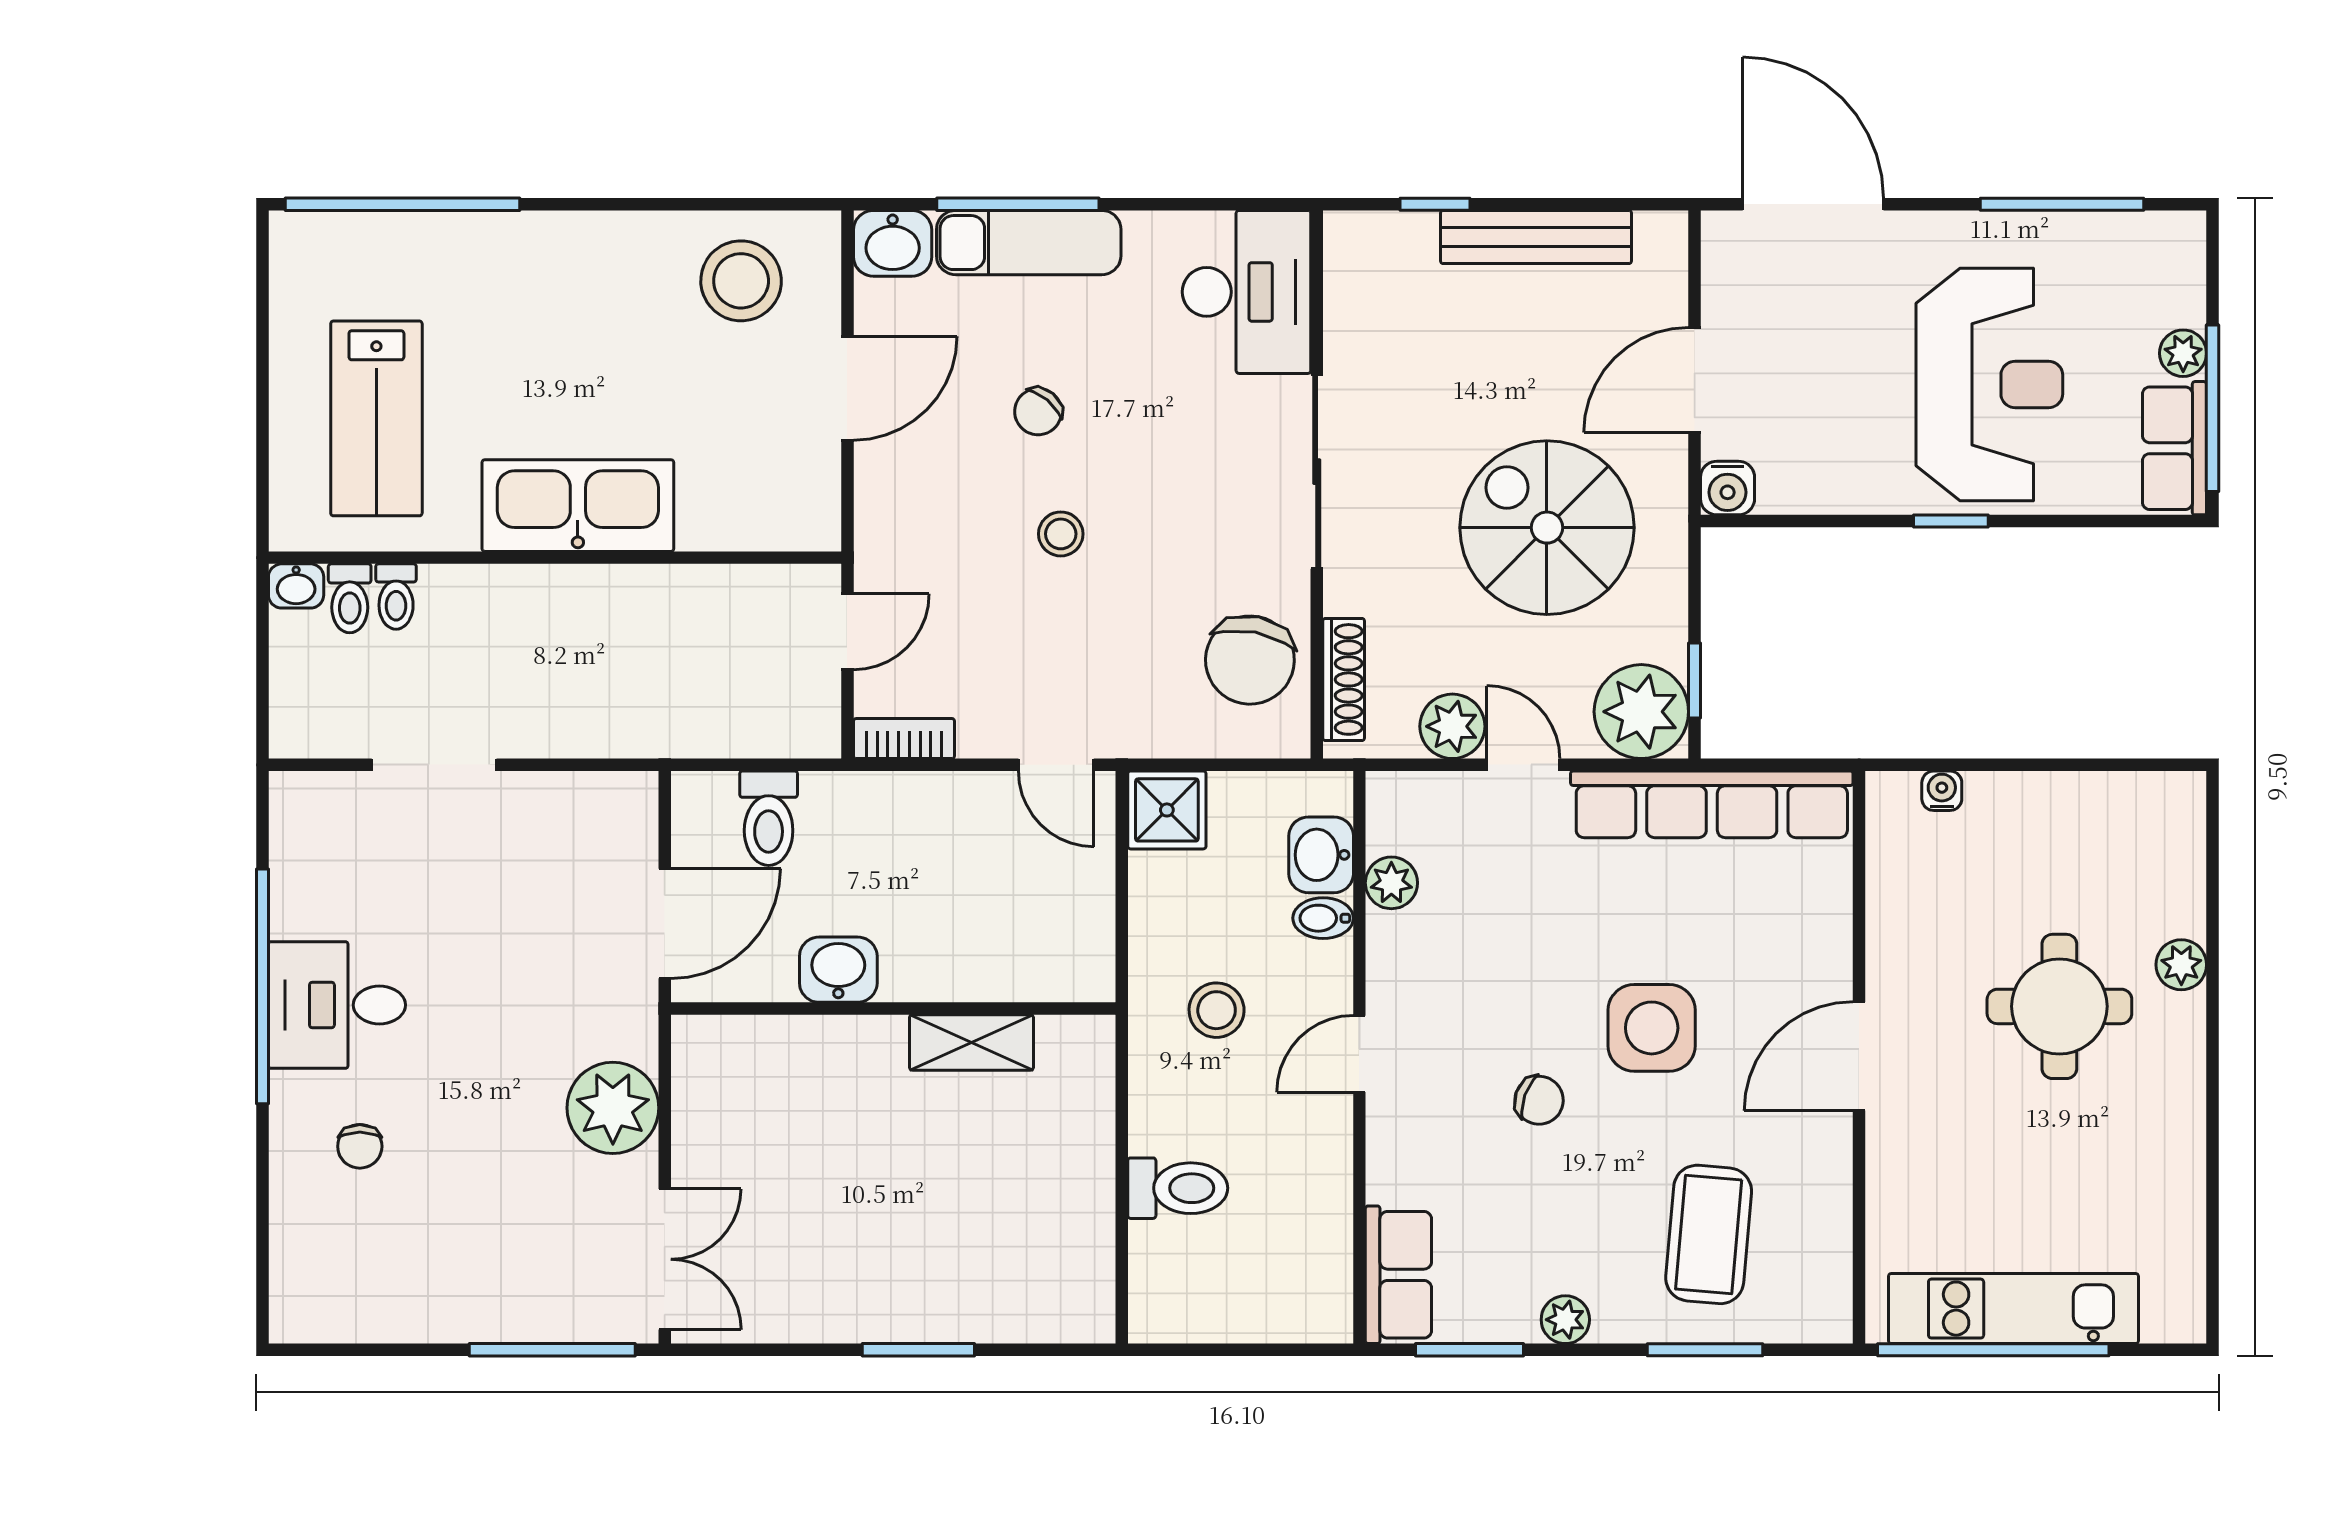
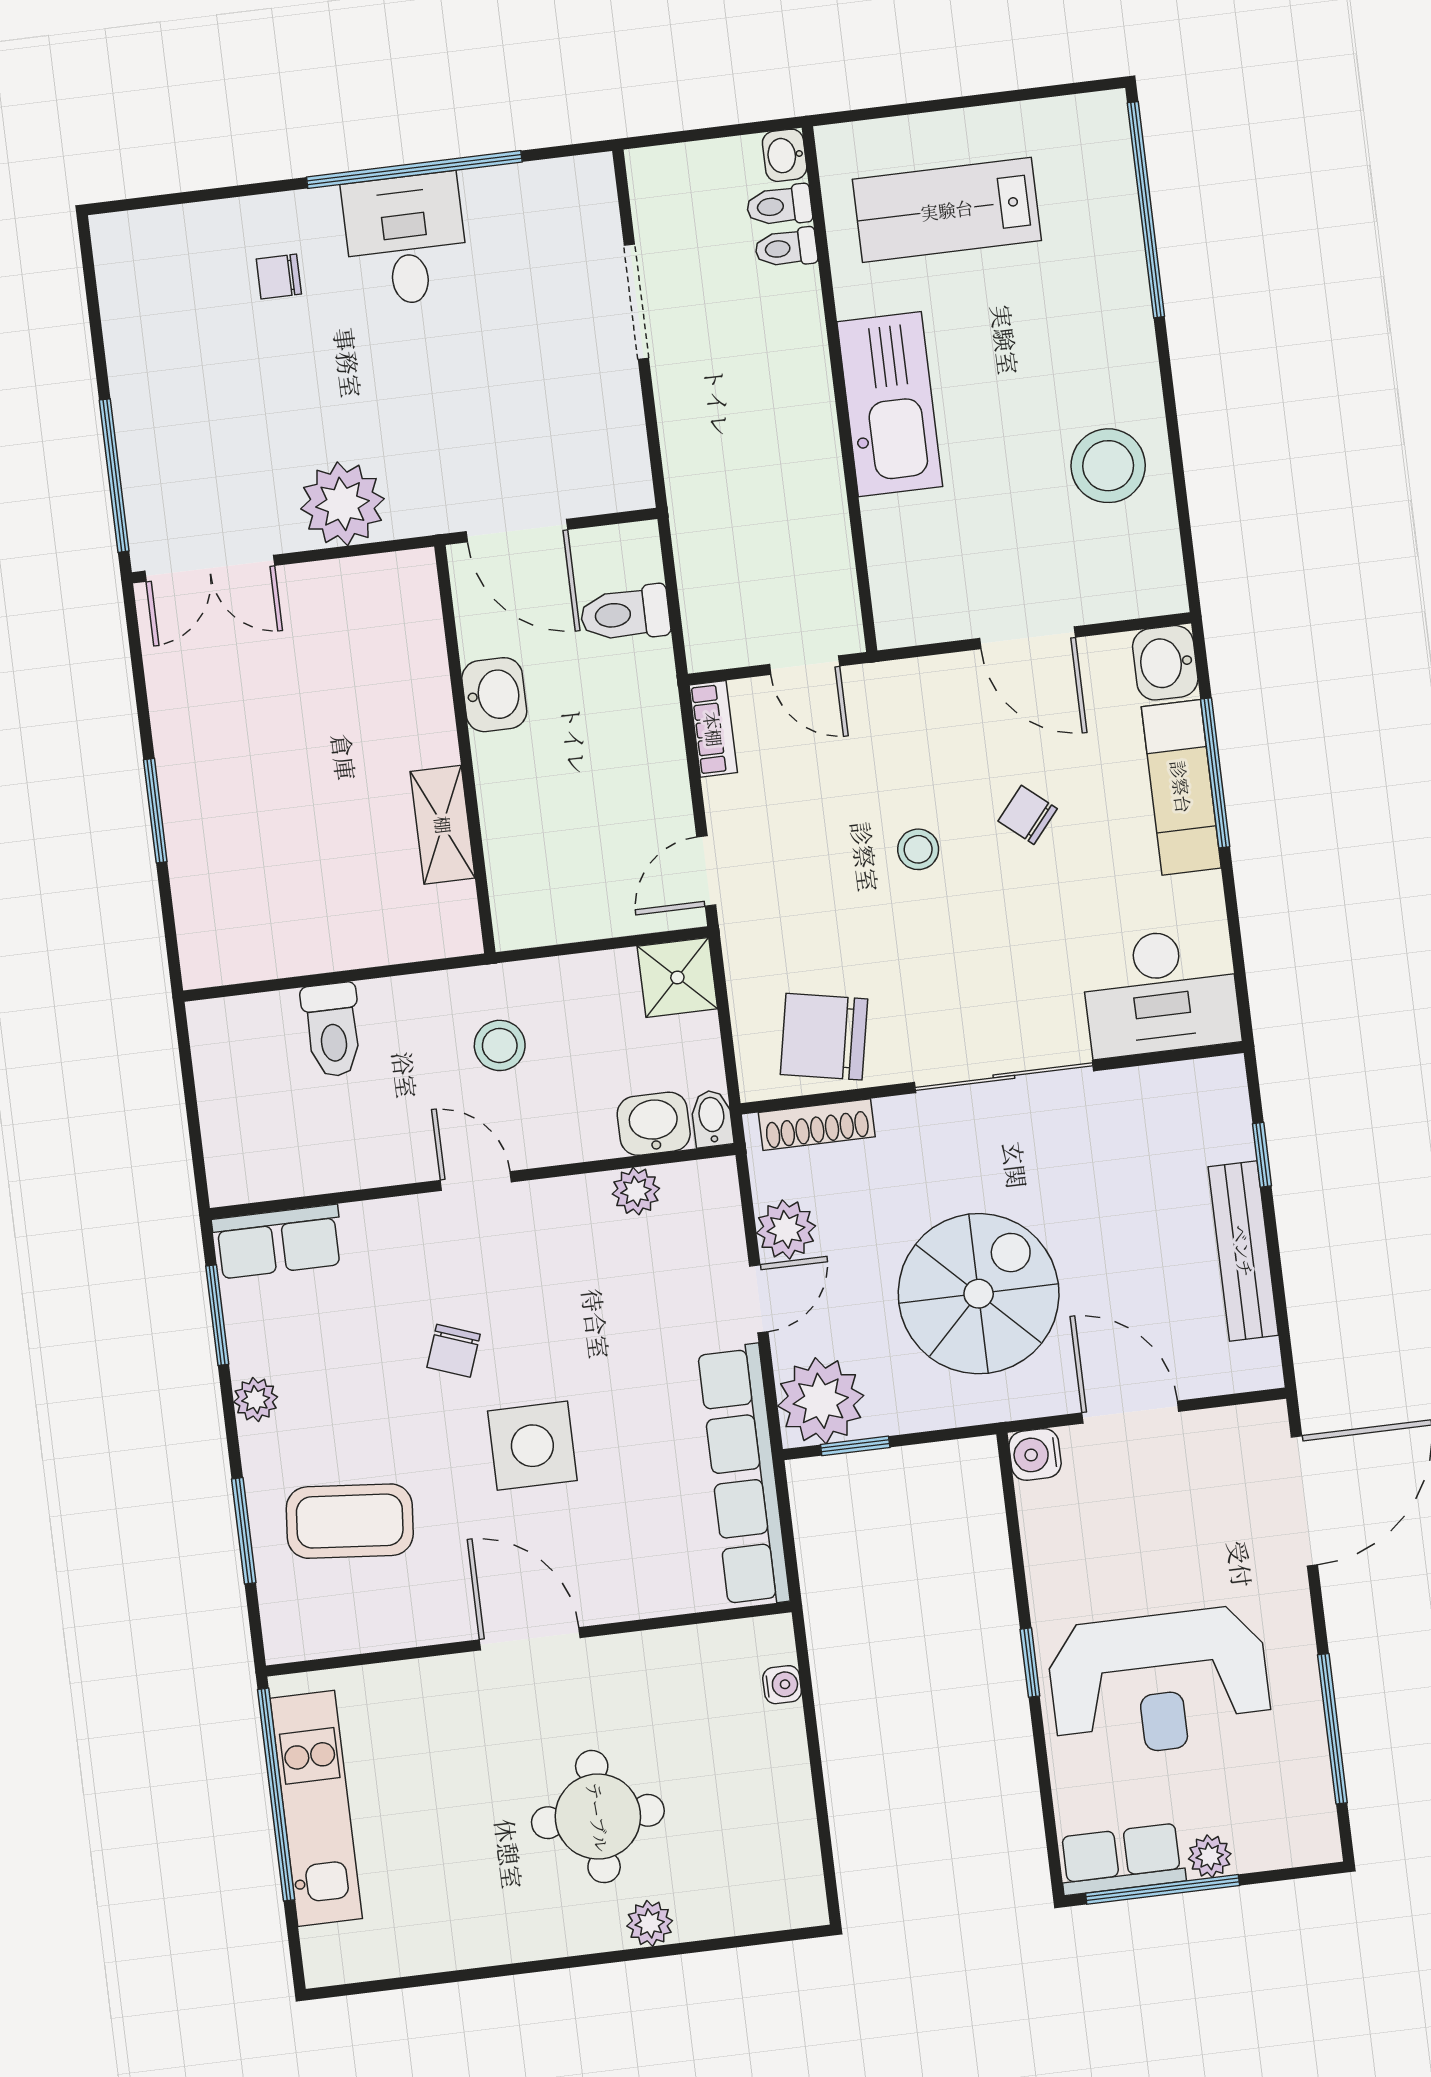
stool: (741, 281) -> (1108, 466), moved
bidet: (1323, 918) -> (712, 1118), moved

